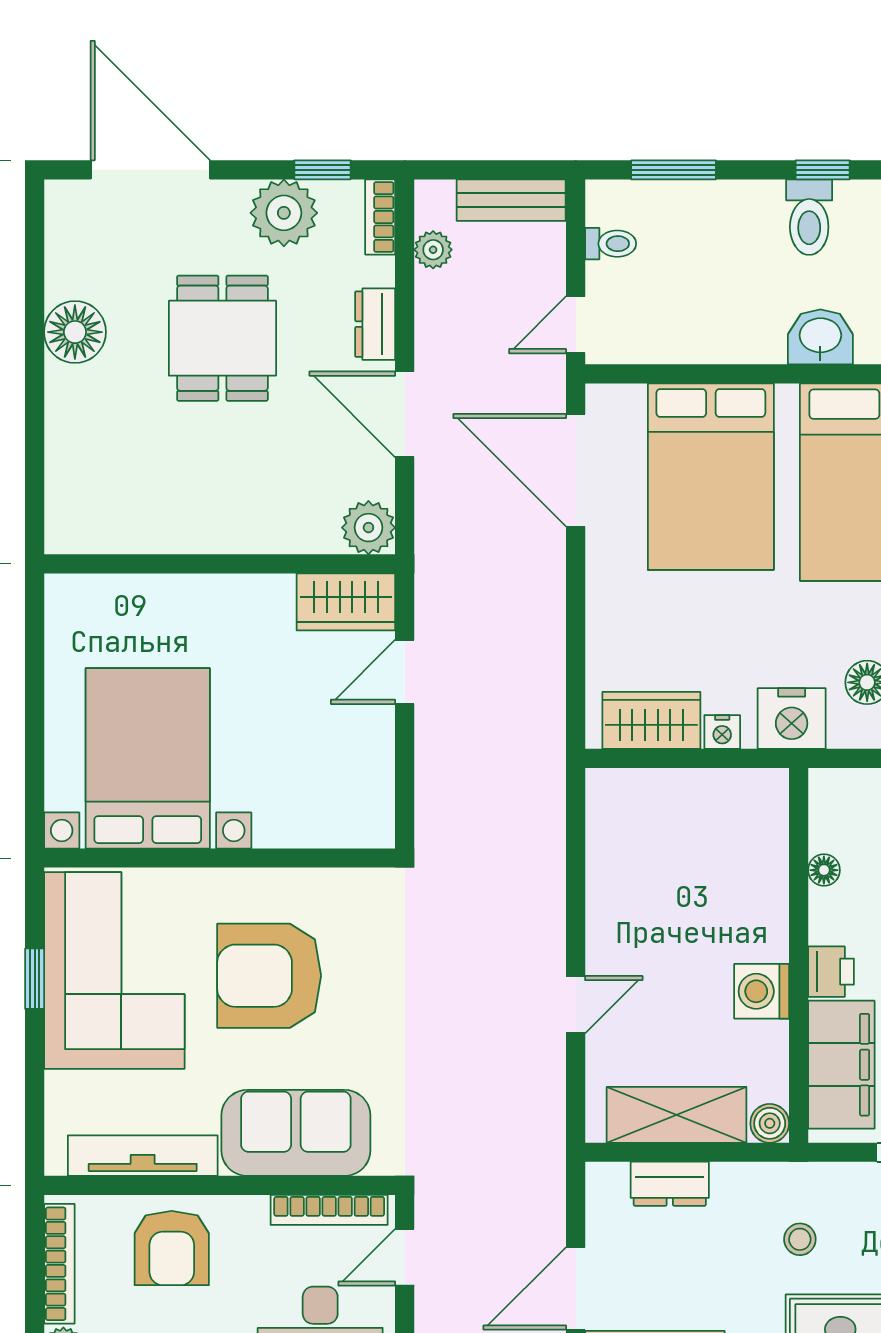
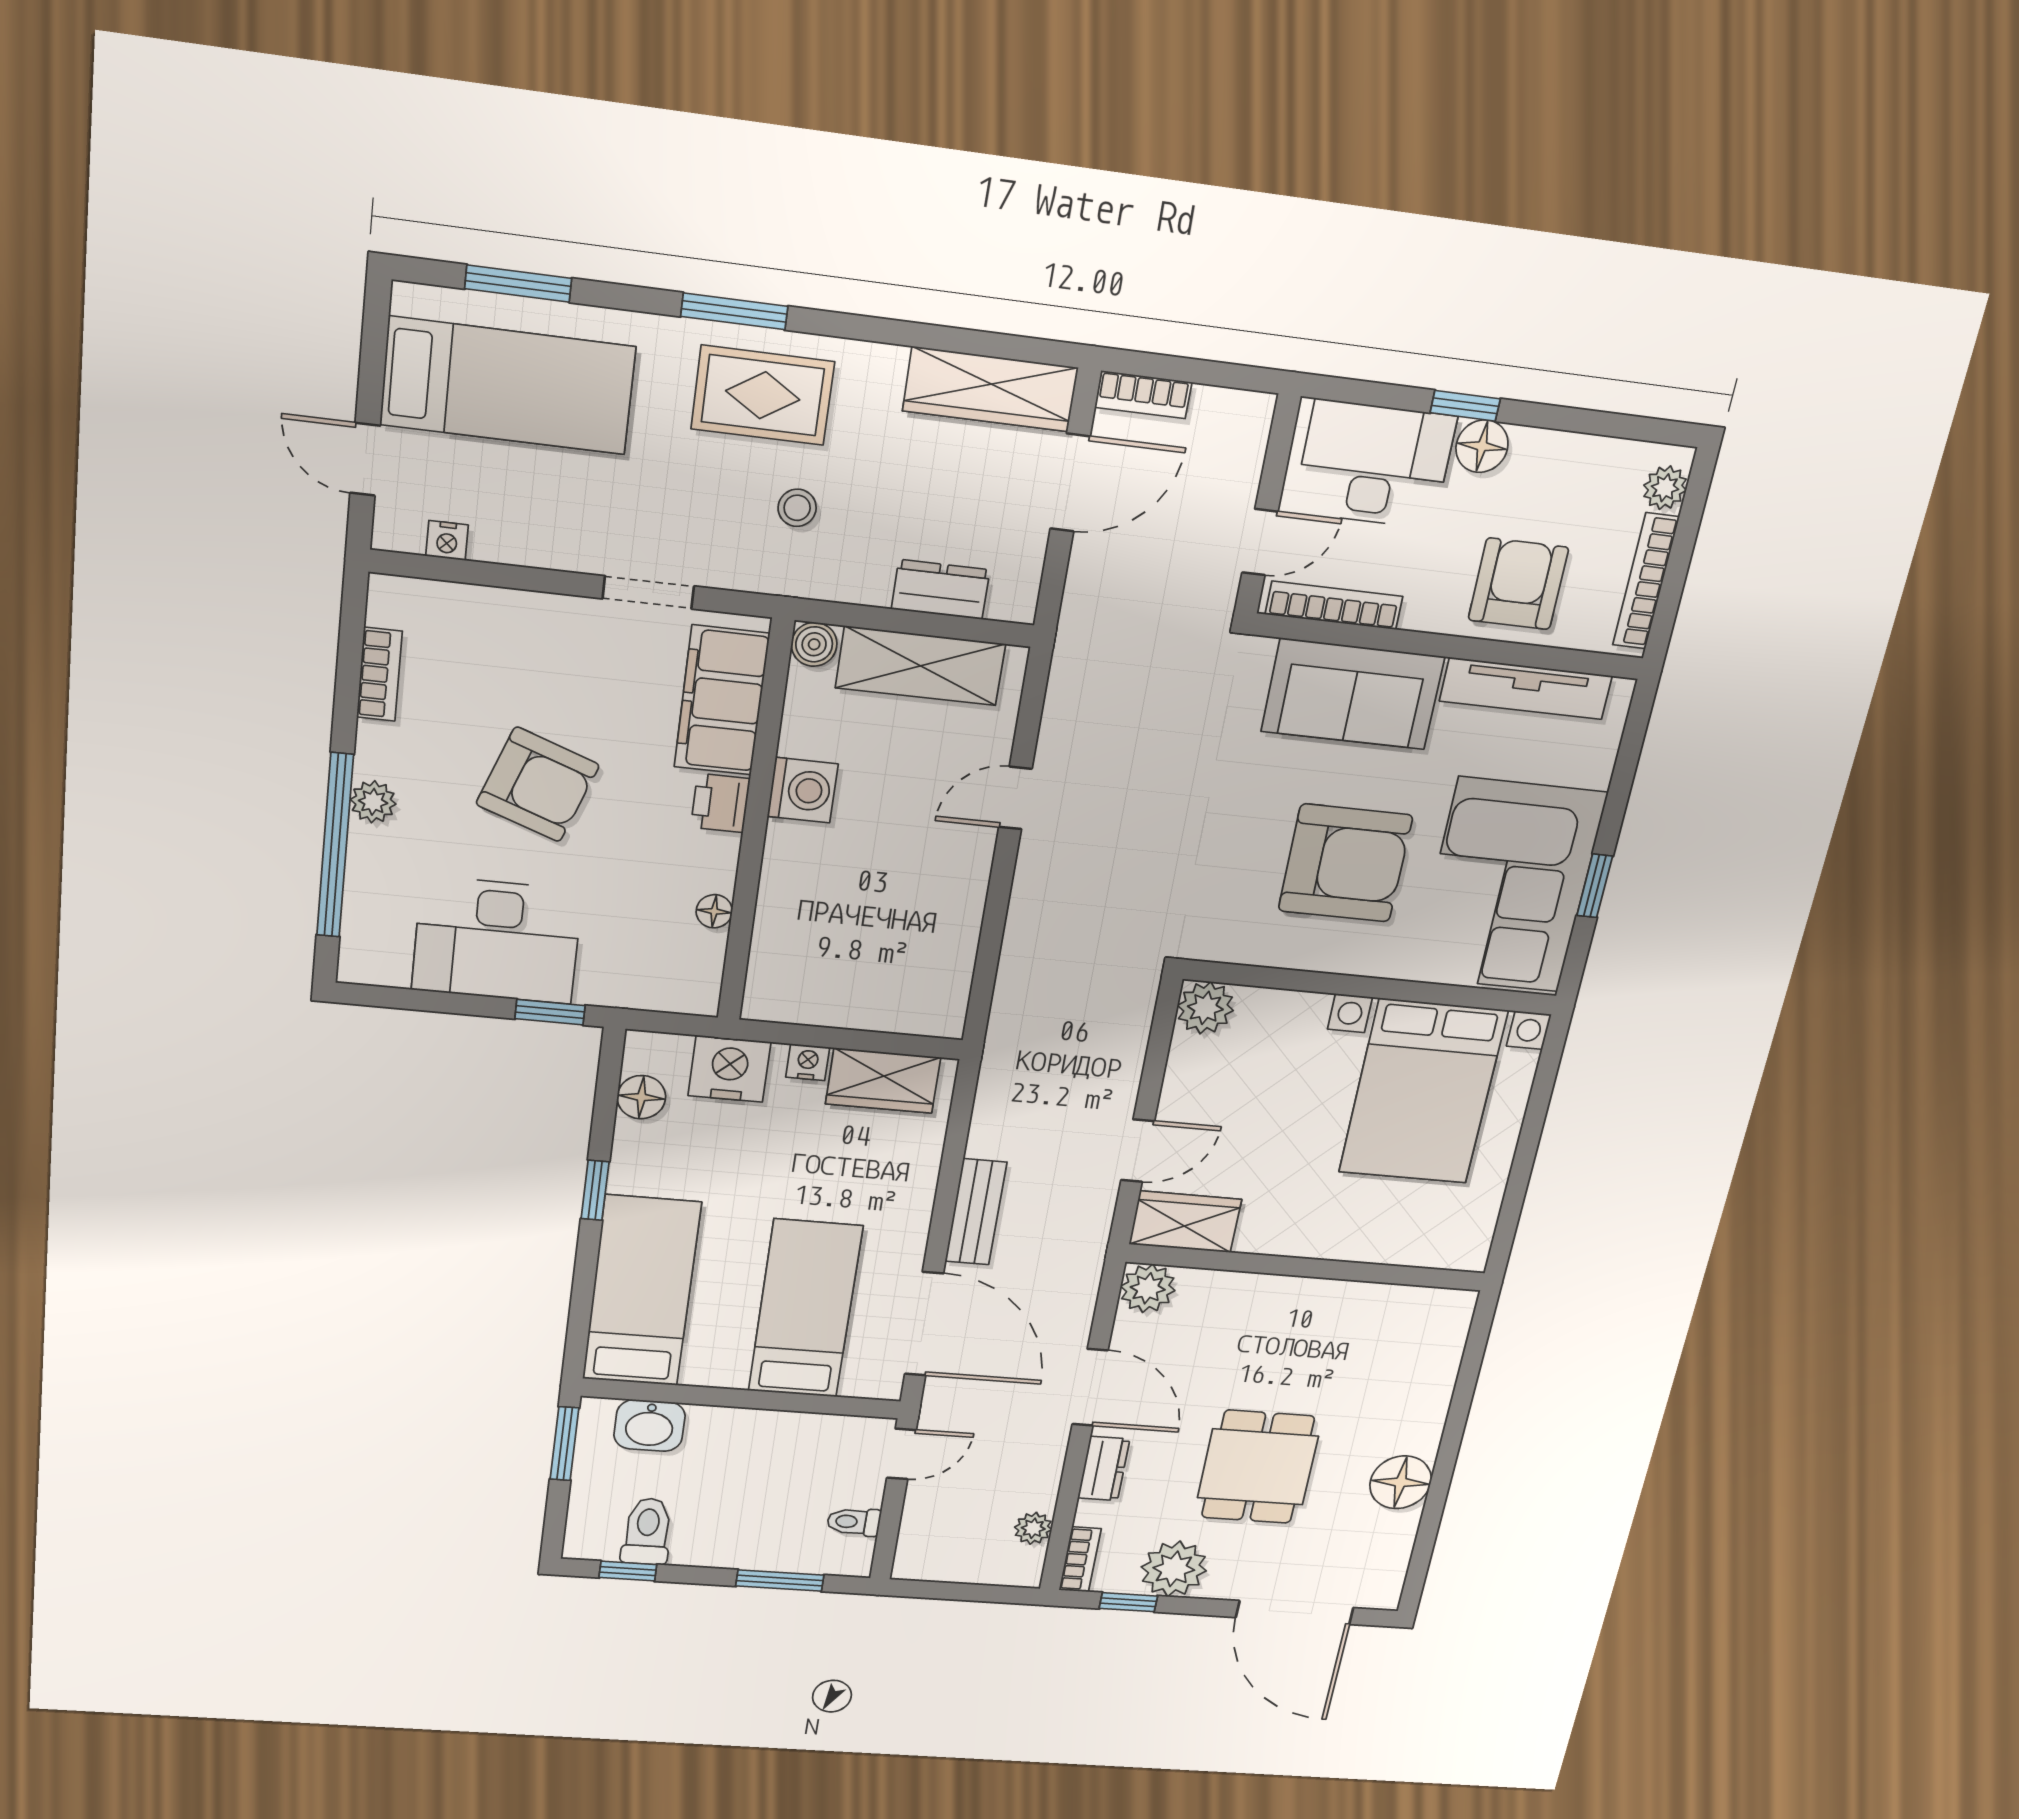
bench: (511, 200) -> (976, 1212), moved, turned 90
bed: (711, 477) -> (805, 1309), width x0.67
plant: (369, 822) -> (1205, 1008), added

